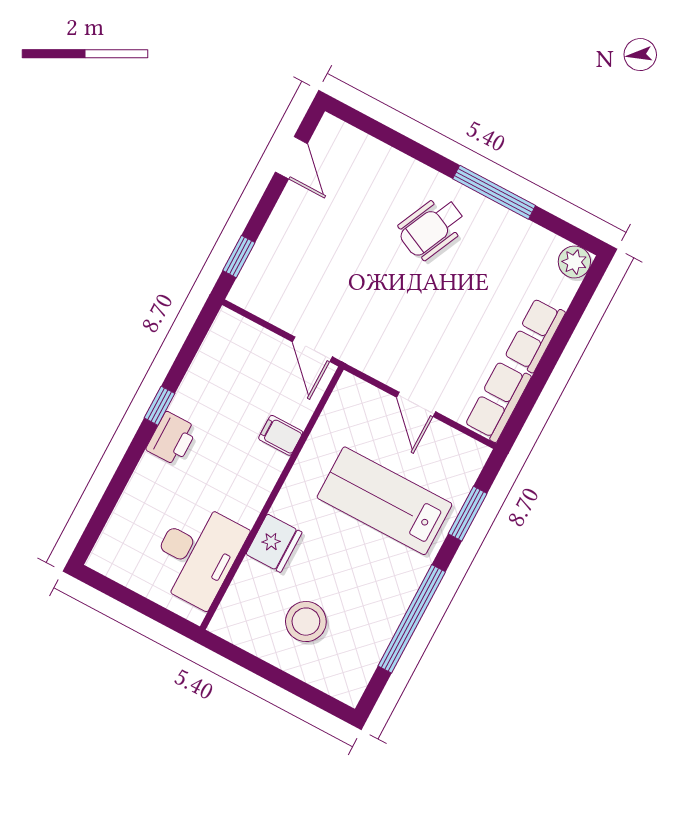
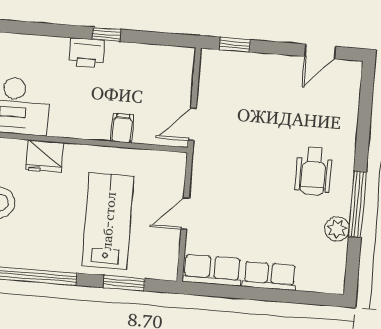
wheelchair: (432, 228) -> (314, 171), turned -115
plant: (574, 262) -> (337, 229), moved

